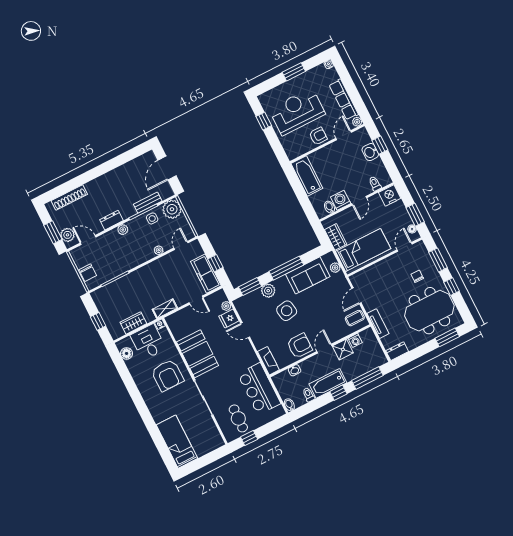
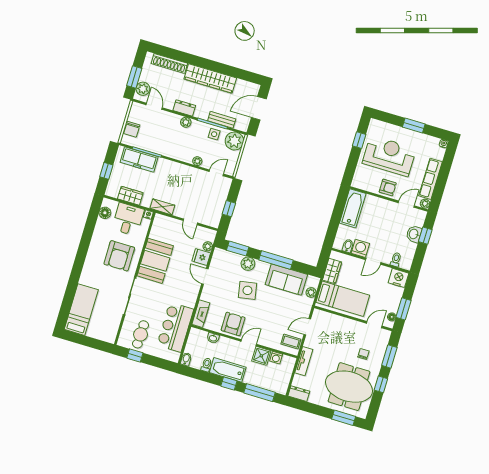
wardrobe: (110, 180) -> (210, 78), added
freezer: (206, 274) -> (139, 159), moved, turned -90
armchair: (300, 346) -> (233, 324), turned -90

